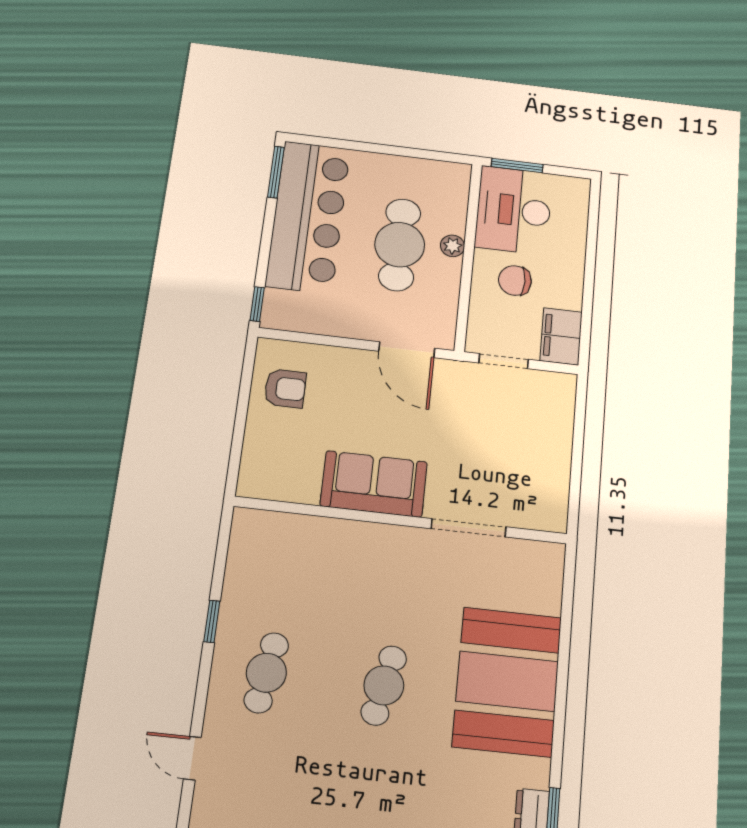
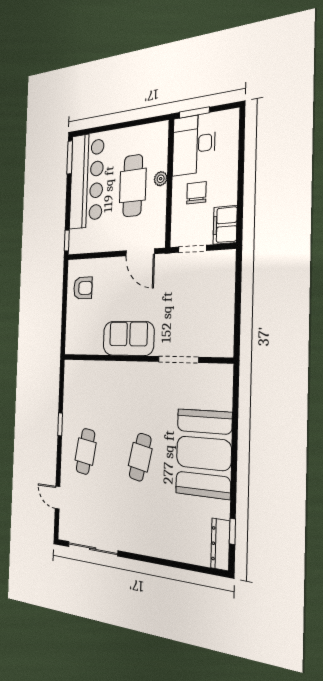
chair: (515, 281) -> (196, 193), turned 90

